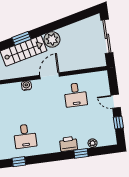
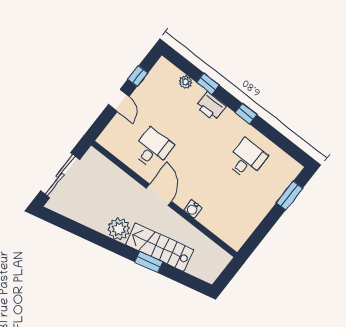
door: (50, 76) -> (159, 195), swing flipped
window: (19, 162) -> (246, 114), moved

